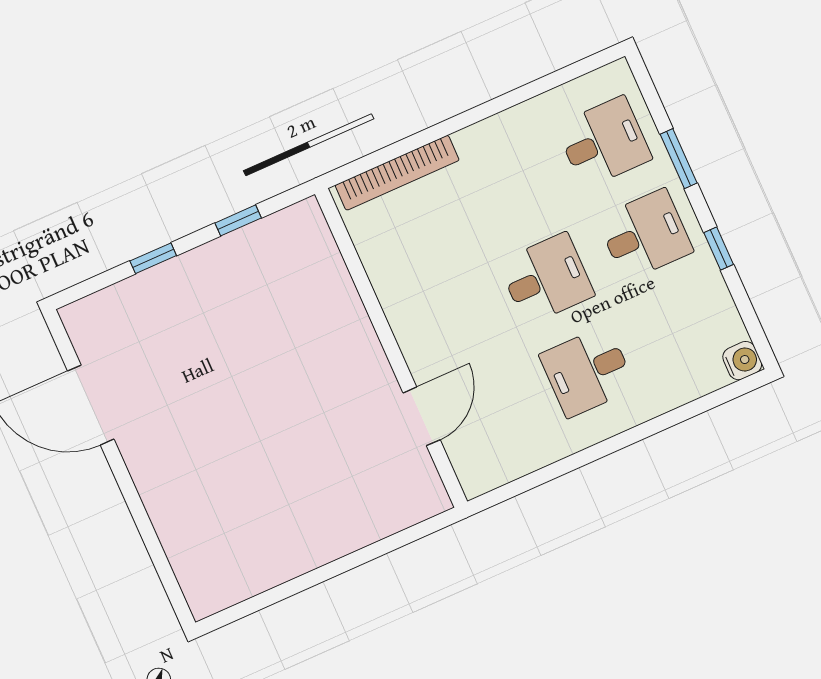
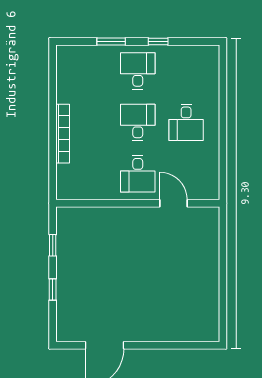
desk: (604, 142) -> (138, 174), moved, turned 180
bookcase: (397, 173) -> (63, 134), moved
water cooler: (742, 361) -> (211, 53), removed

